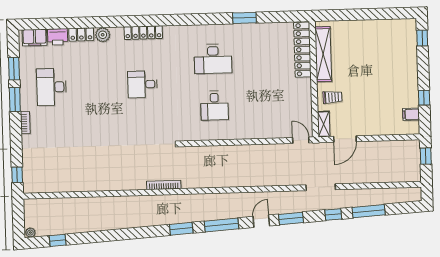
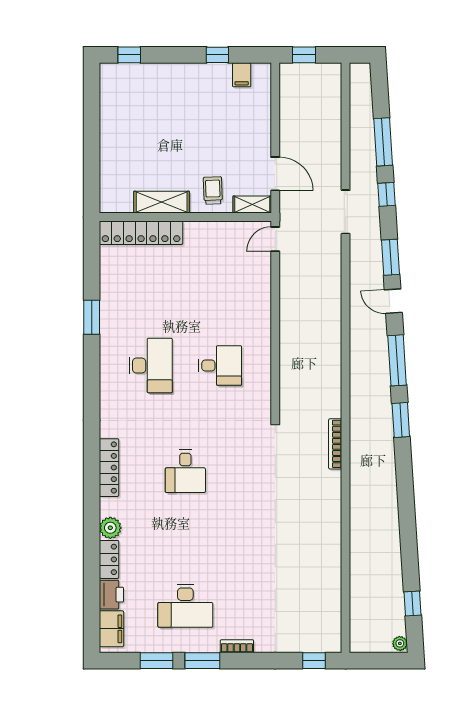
shelving: (323, 54) -> (162, 202), width x0.68

